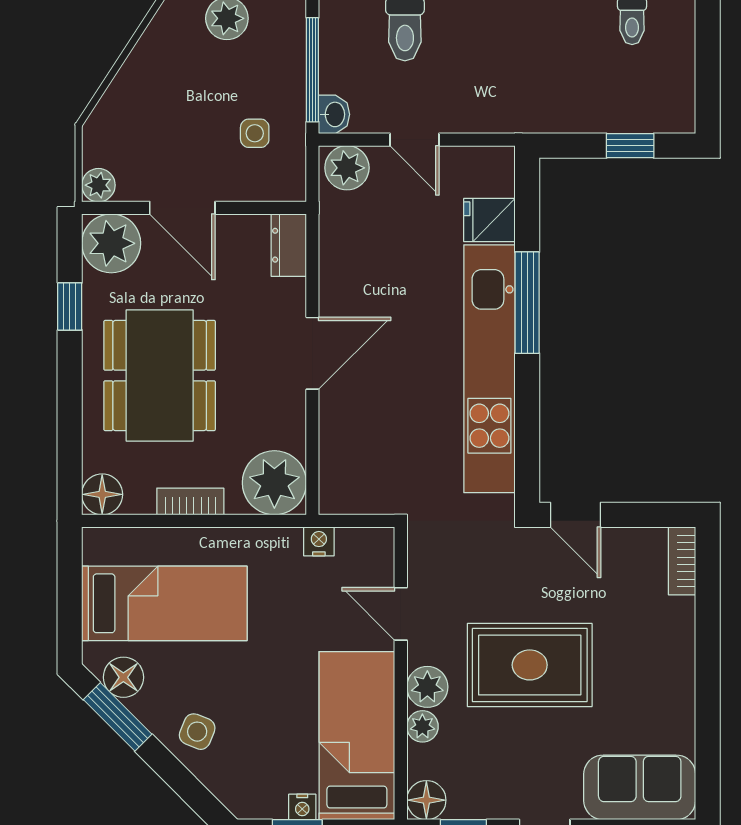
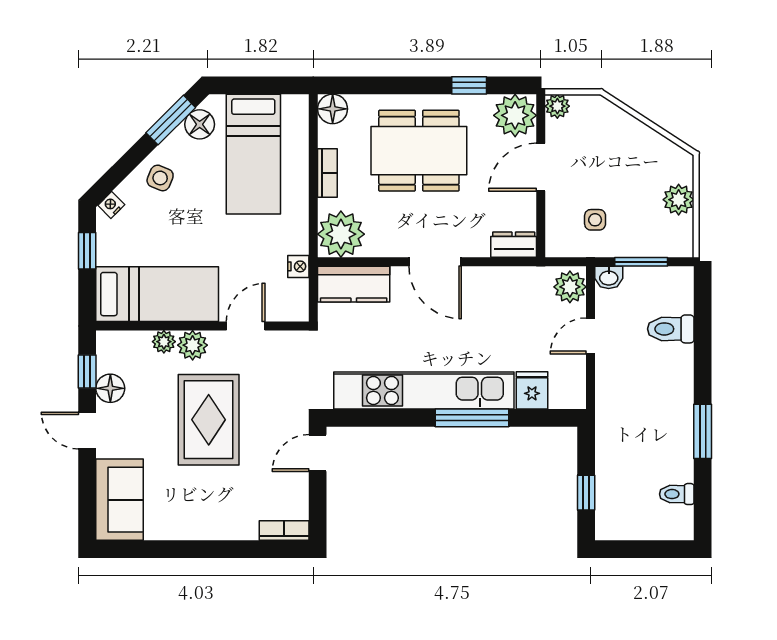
window: (312, 70) -> (641, 262), width x0.69
kitchen counter: (343, 465) -> (354, 284), added
floor lamp: (426, 800) -> (110, 388), moved
nightstand: (302, 807) -> (111, 205), moved, turned 45

